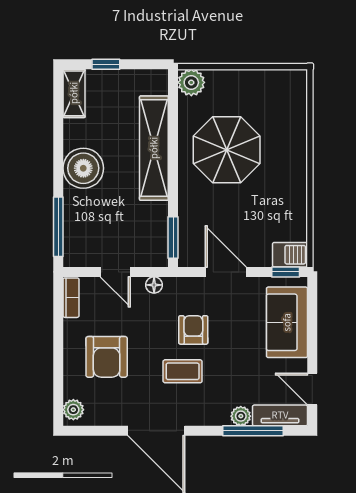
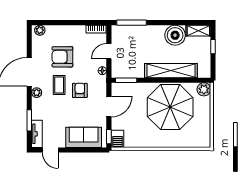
parasol: (227, 150) -> (170, 107), width x1.36, depth x1.36
boiler: (83, 168) -> (175, 35), moved
armchair: (193, 330) -> (80, 90), turned -90
armchair: (107, 357) -> (62, 57), moved
door: (312, 389) -> (50, 150), swing flipped
plant: (241, 416) -> (37, 93), moved
window: (253, 431) -> (29, 120), width x0.69

